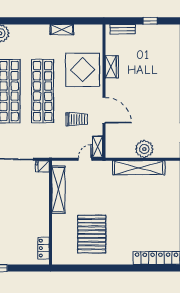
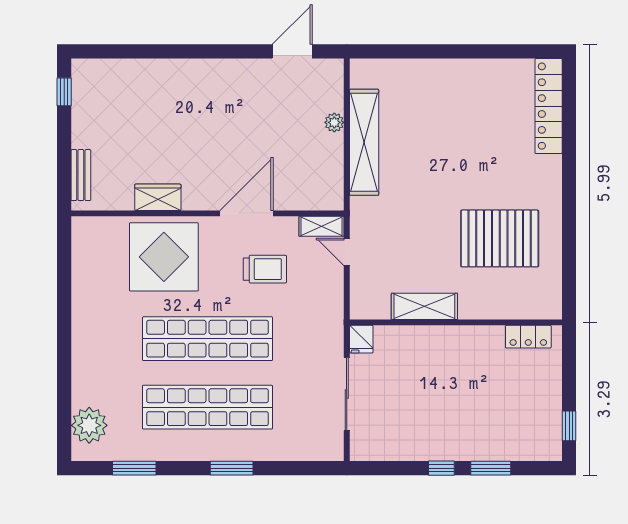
window: (150, 21) -> (64, 92), moved
shelving: (62, 30) -> (82, 299), removed
trolley: (77, 119) -> (265, 269), turned 90
plant: (144, 149) -> (334, 122), width x0.53, depth x0.53
shelving: (58, 190) -> (424, 306), width x0.68

